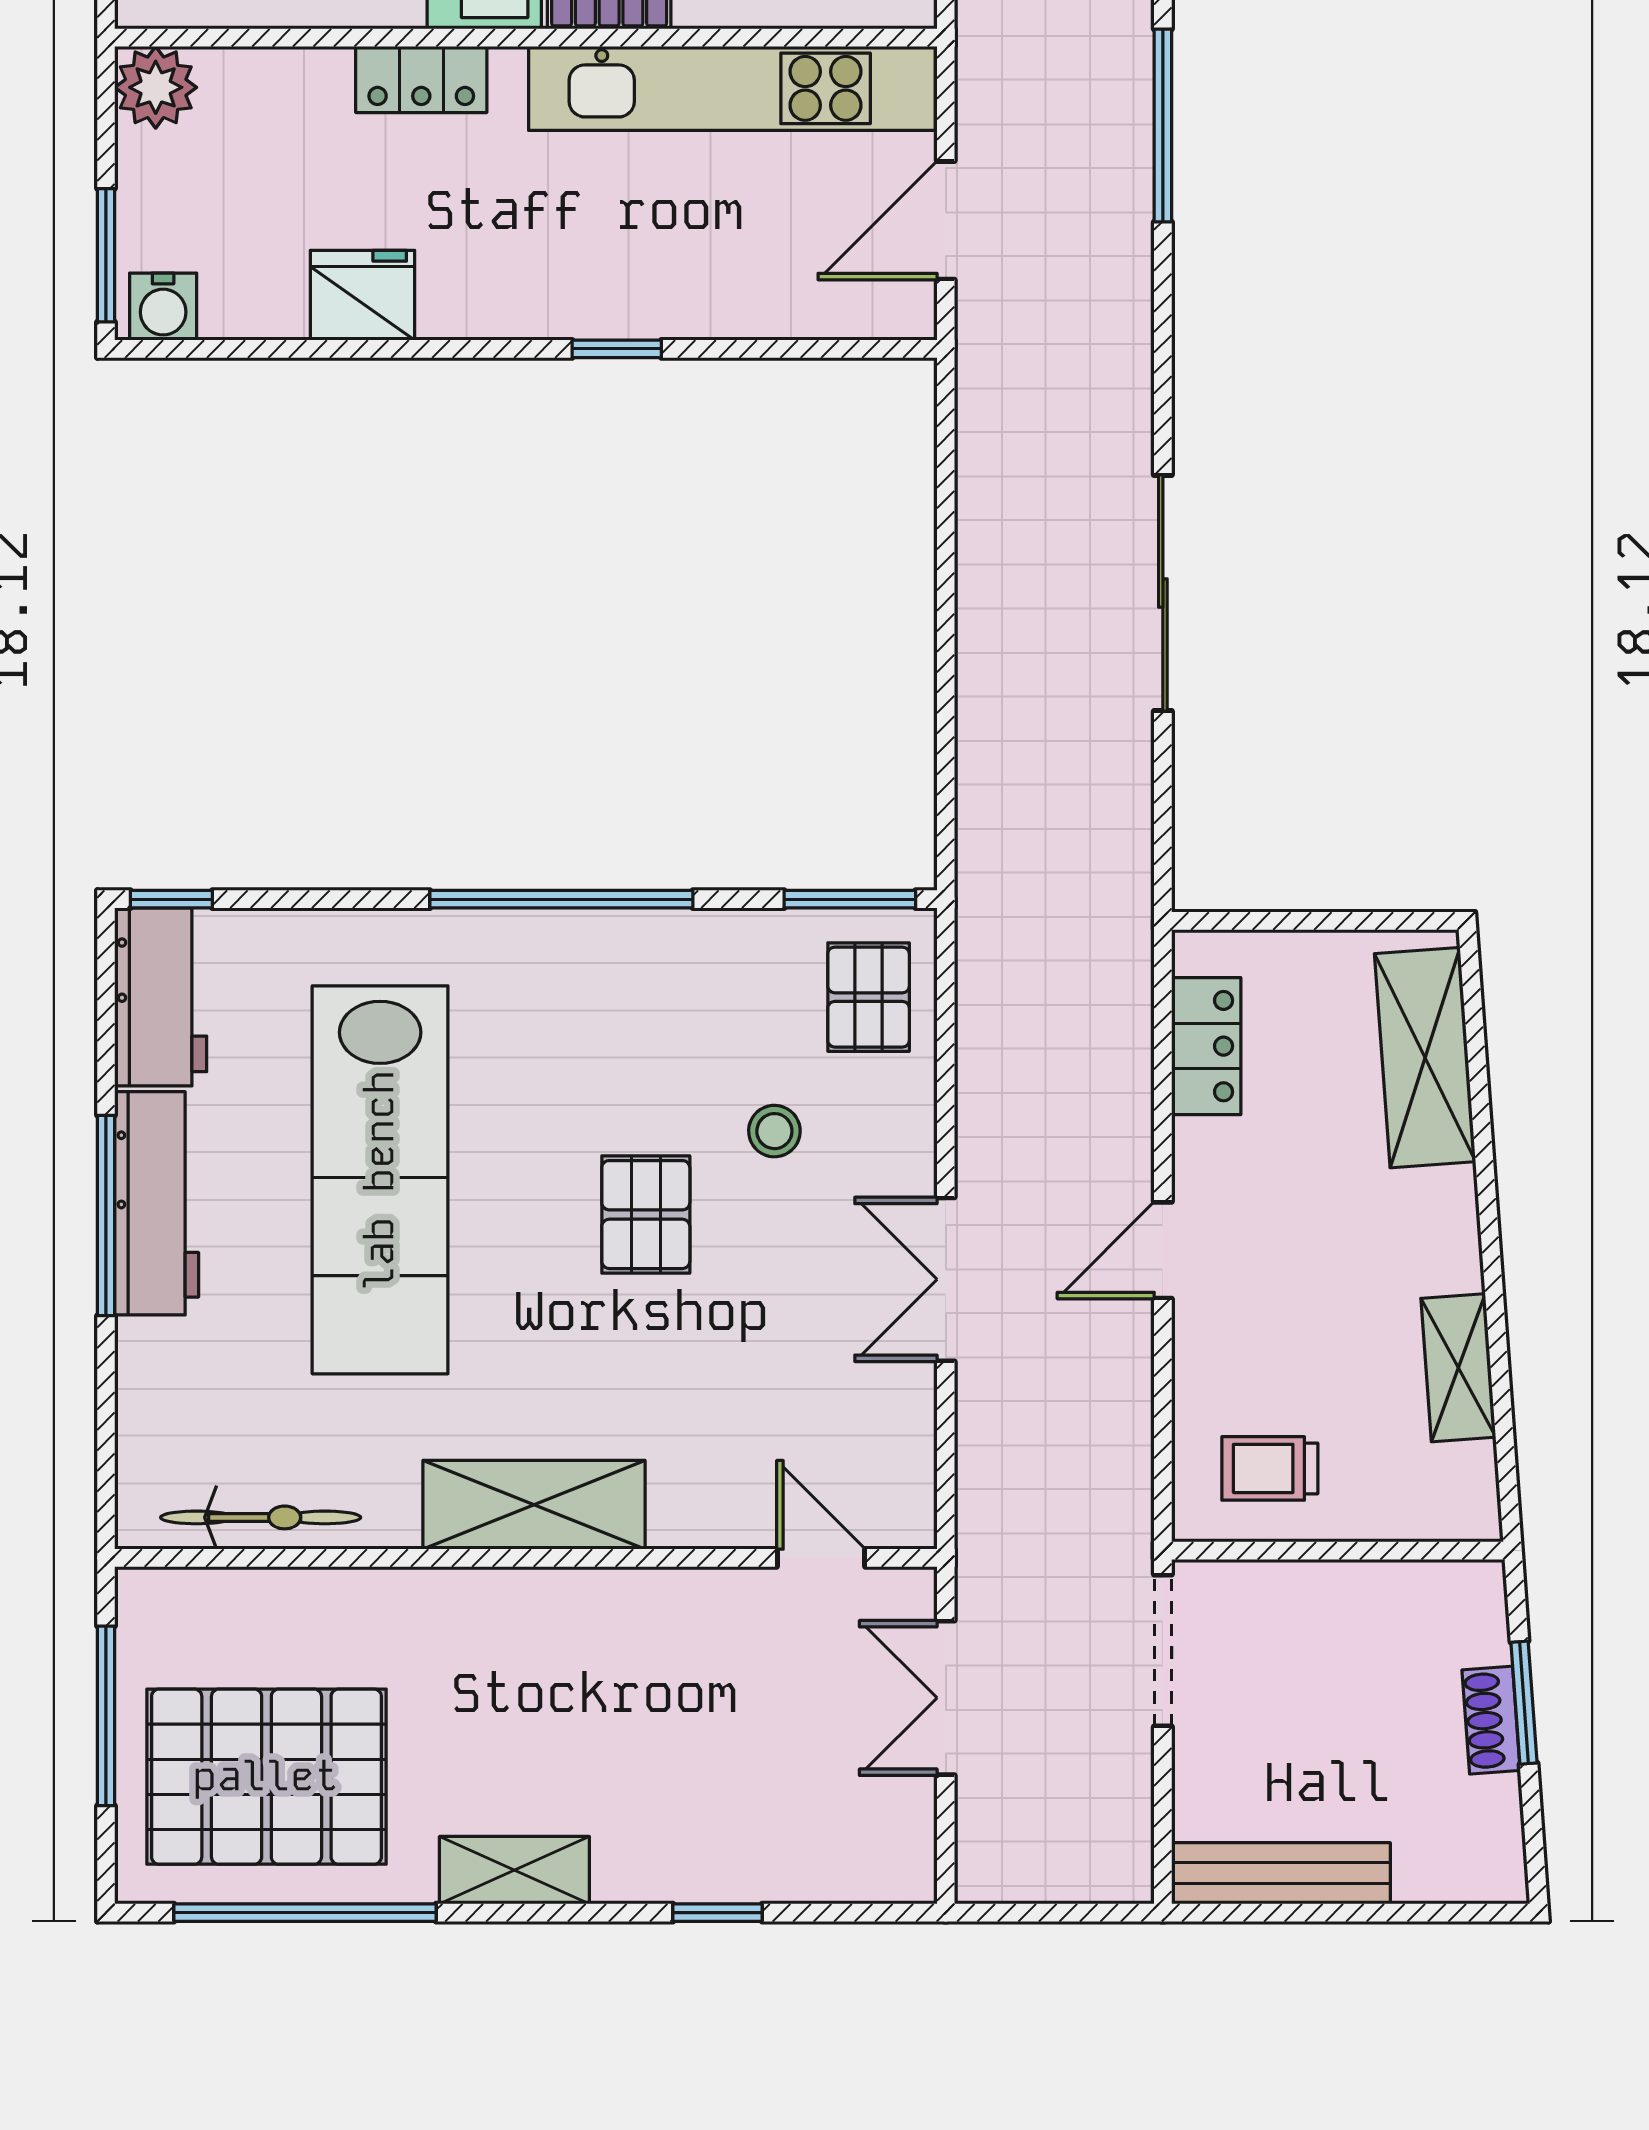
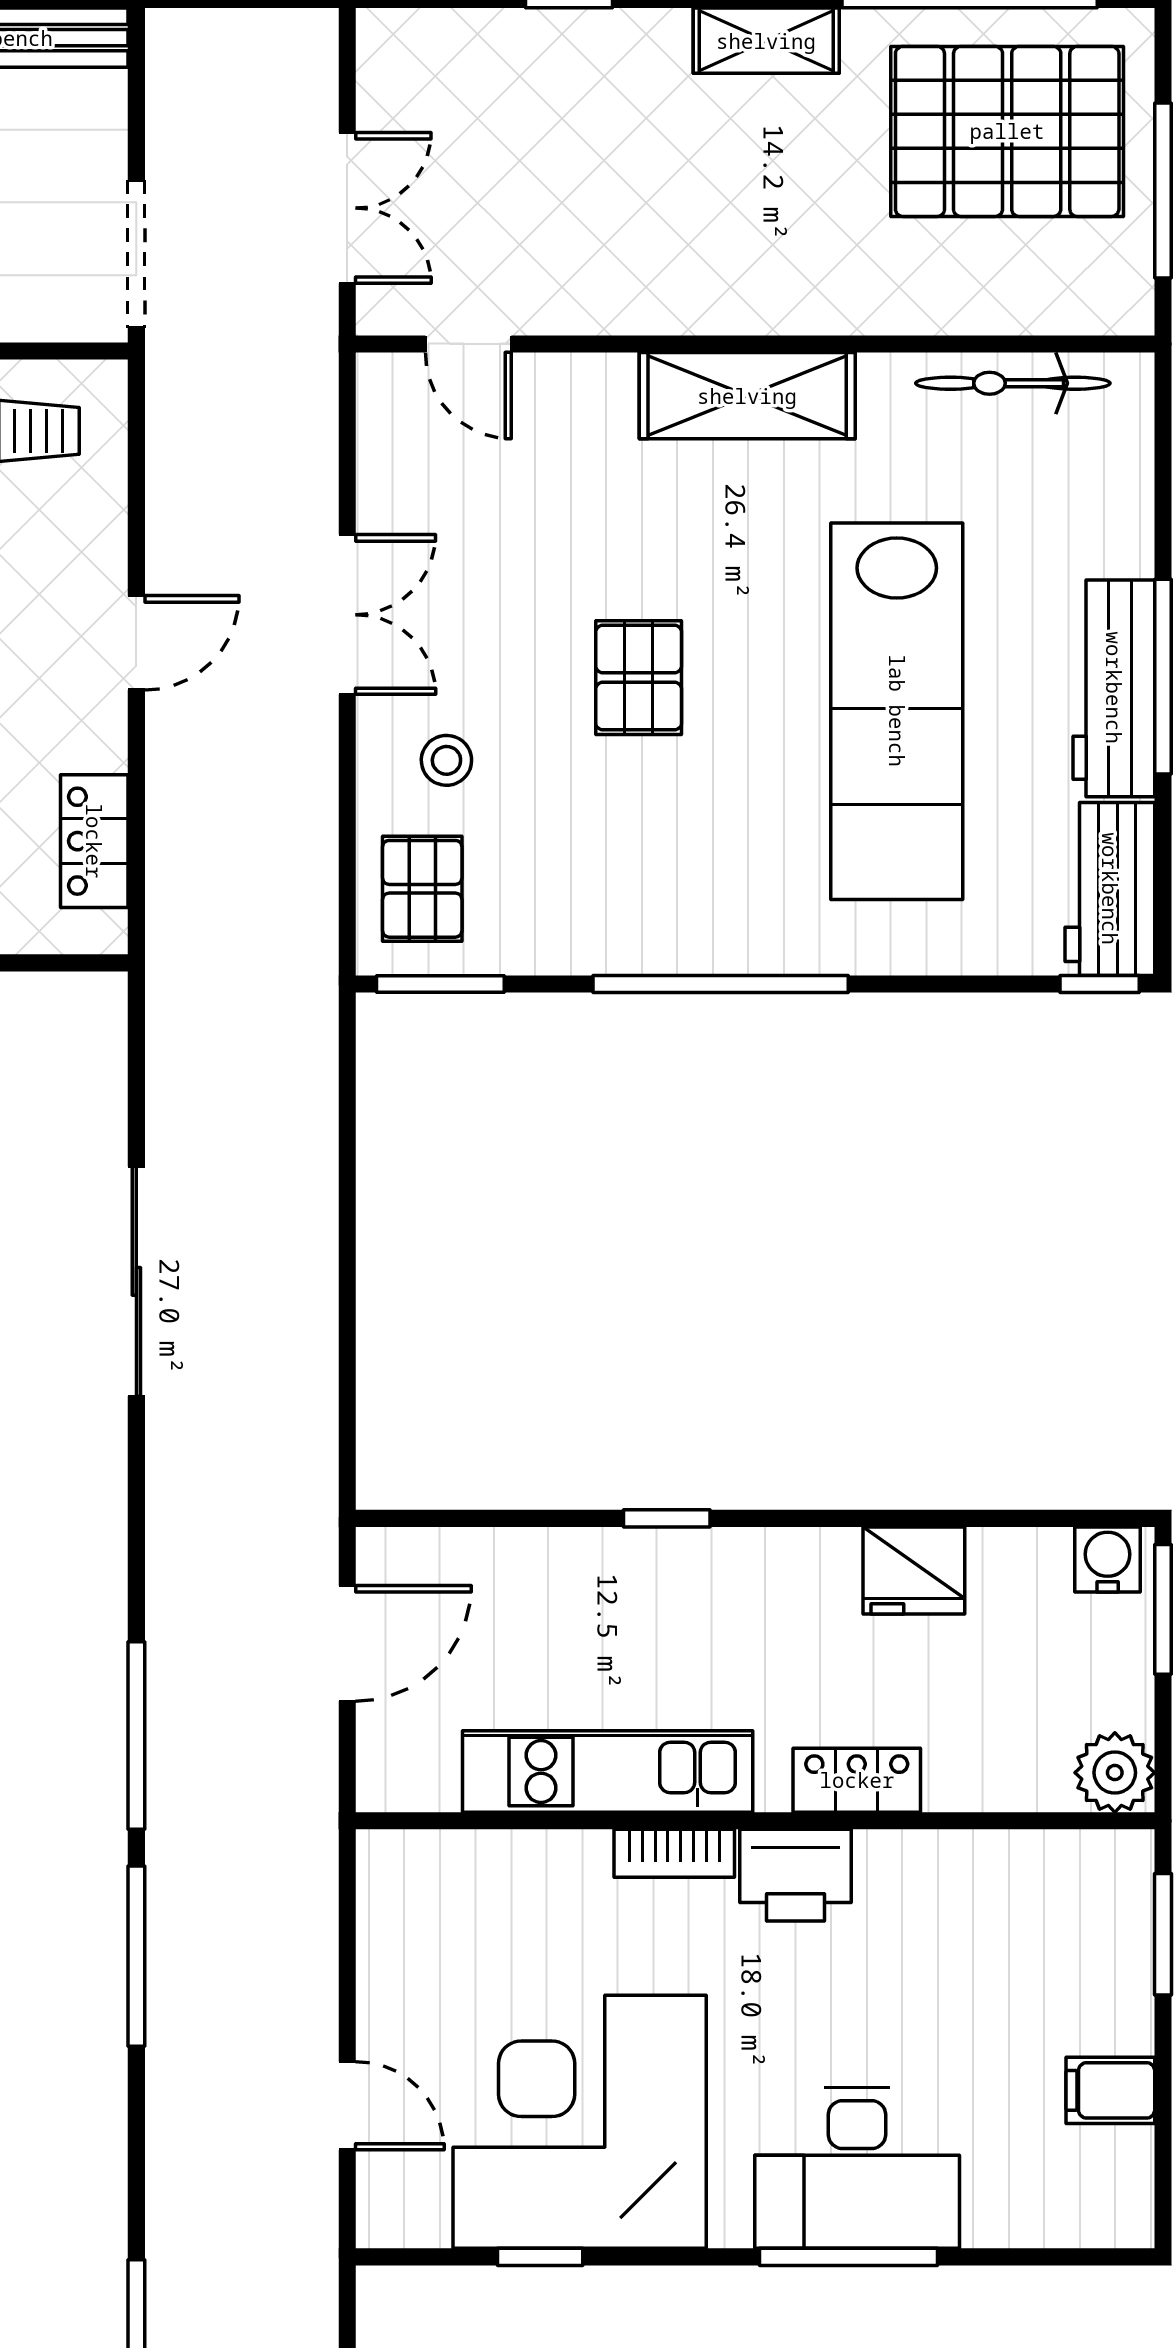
kitchen unit: (732, 88) -> (608, 1772), width x0.73
stool: (774, 1131) -> (446, 760), moved
lab bench: (380, 1180) -> (897, 711), turned 180

